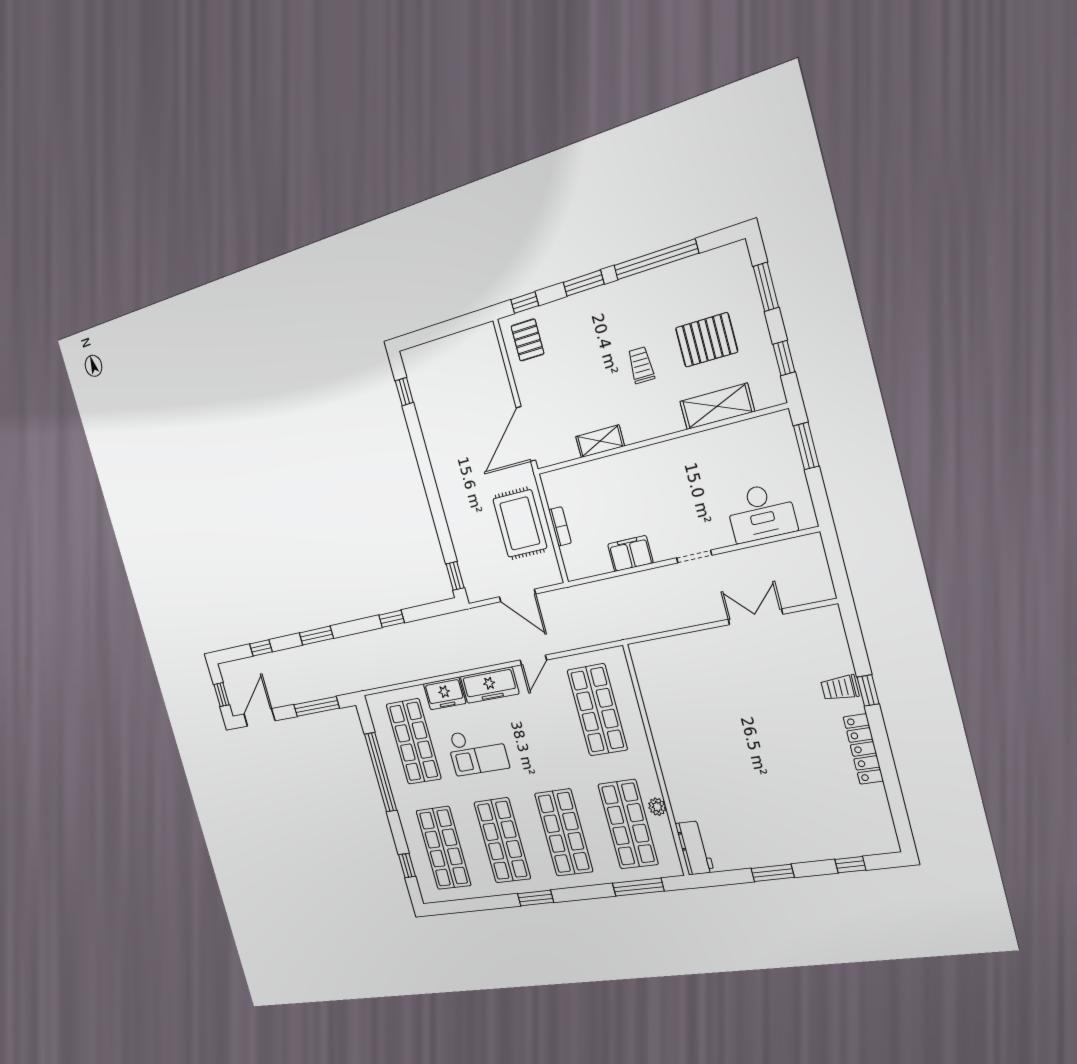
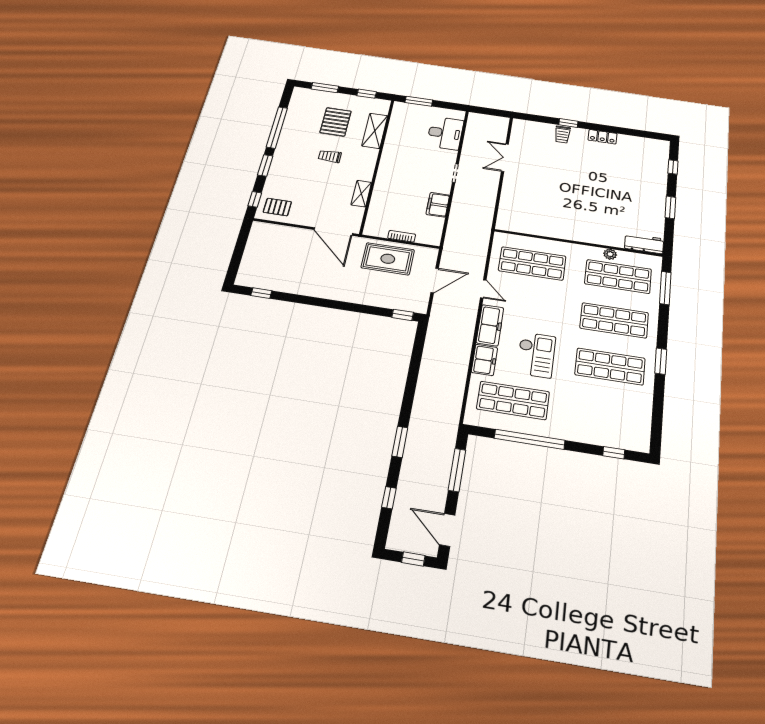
window: (392, 619) -> (413, 374), removed
locker: (863, 749) -> (602, 137), width x0.66
shop shelf: (444, 848) -> (606, 415), removed

